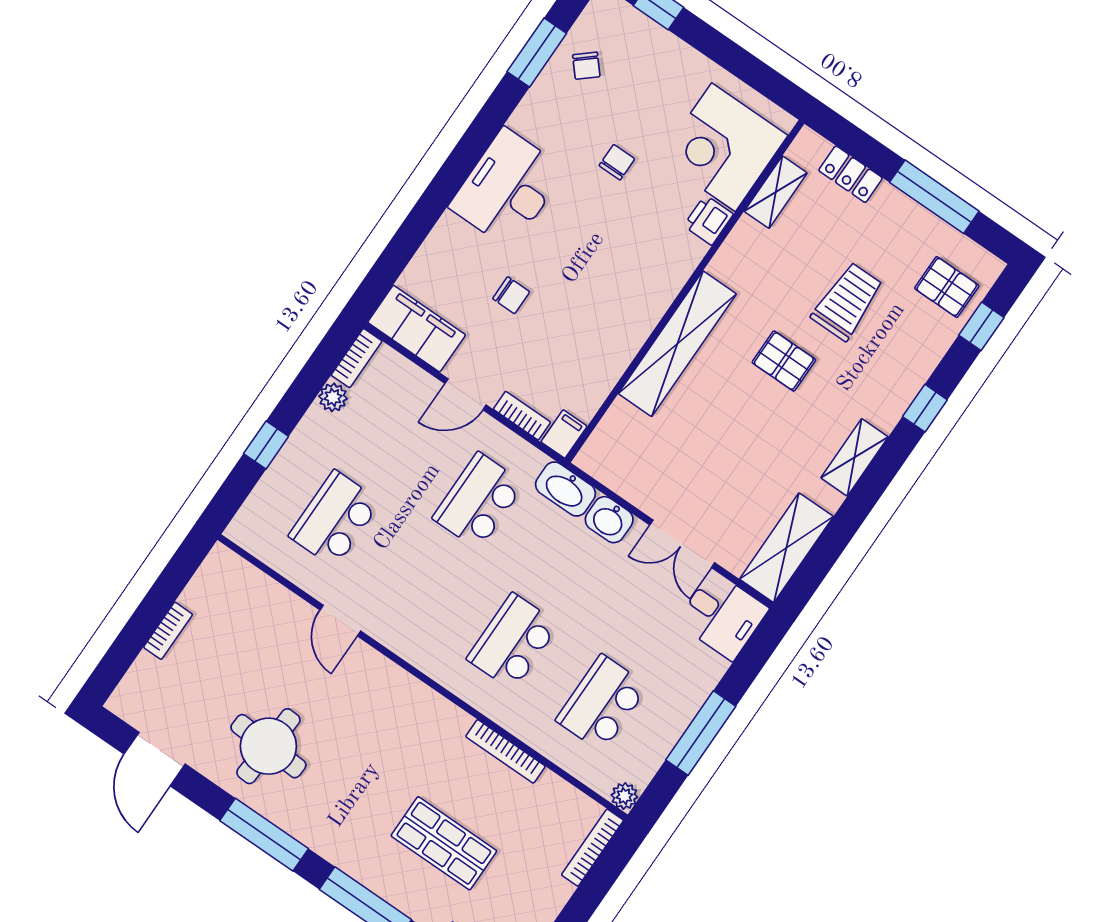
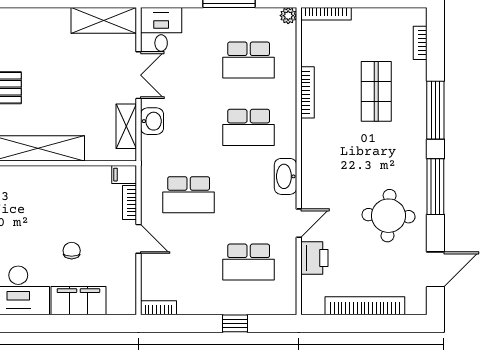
filing cabinet: (417, 329) -> (78, 301), moved, turned 90
plant: (333, 397) -> (187, 306), removed
shelving: (855, 457) -> (126, 126), moved, turned 90
washbasin: (565, 489) -> (285, 176), moved, turned 180
printer: (280, 610) -> (314, 258), added
bookcase: (168, 631) -> (365, 306), width x2.31, depth x1.31

